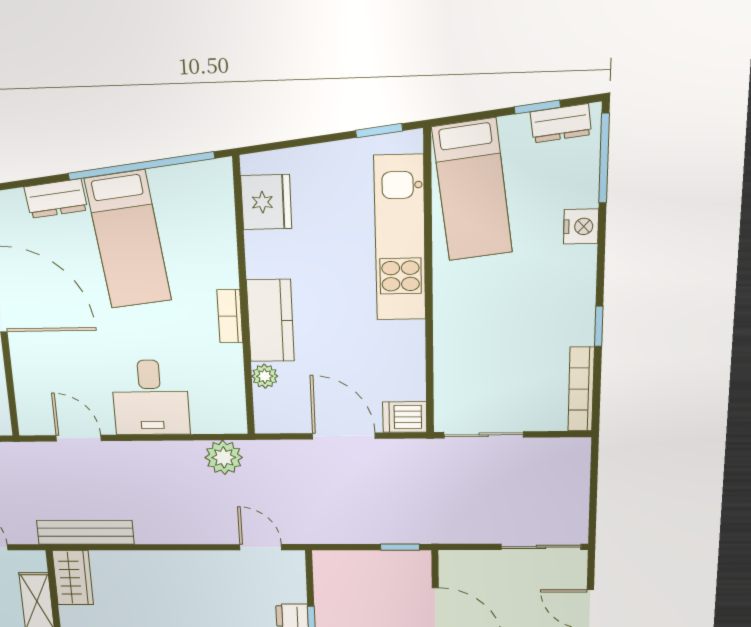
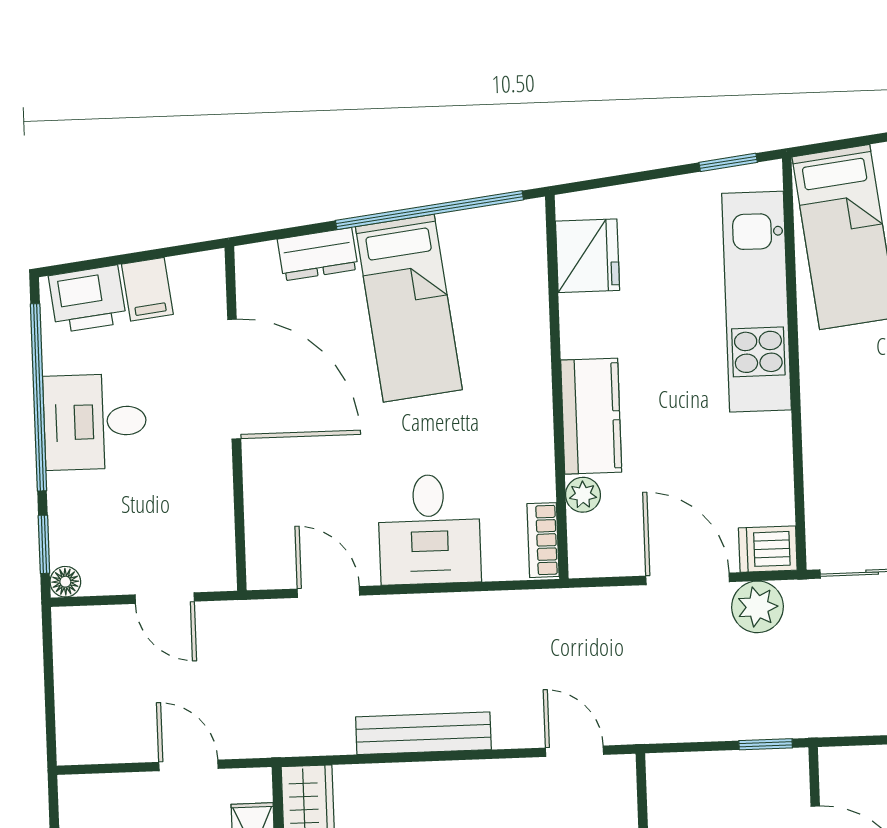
bookcase: (230, 316) -> (543, 540), moved
plant: (224, 457) -> (758, 607), moved
bench: (85, 532) -> (423, 733), moved

